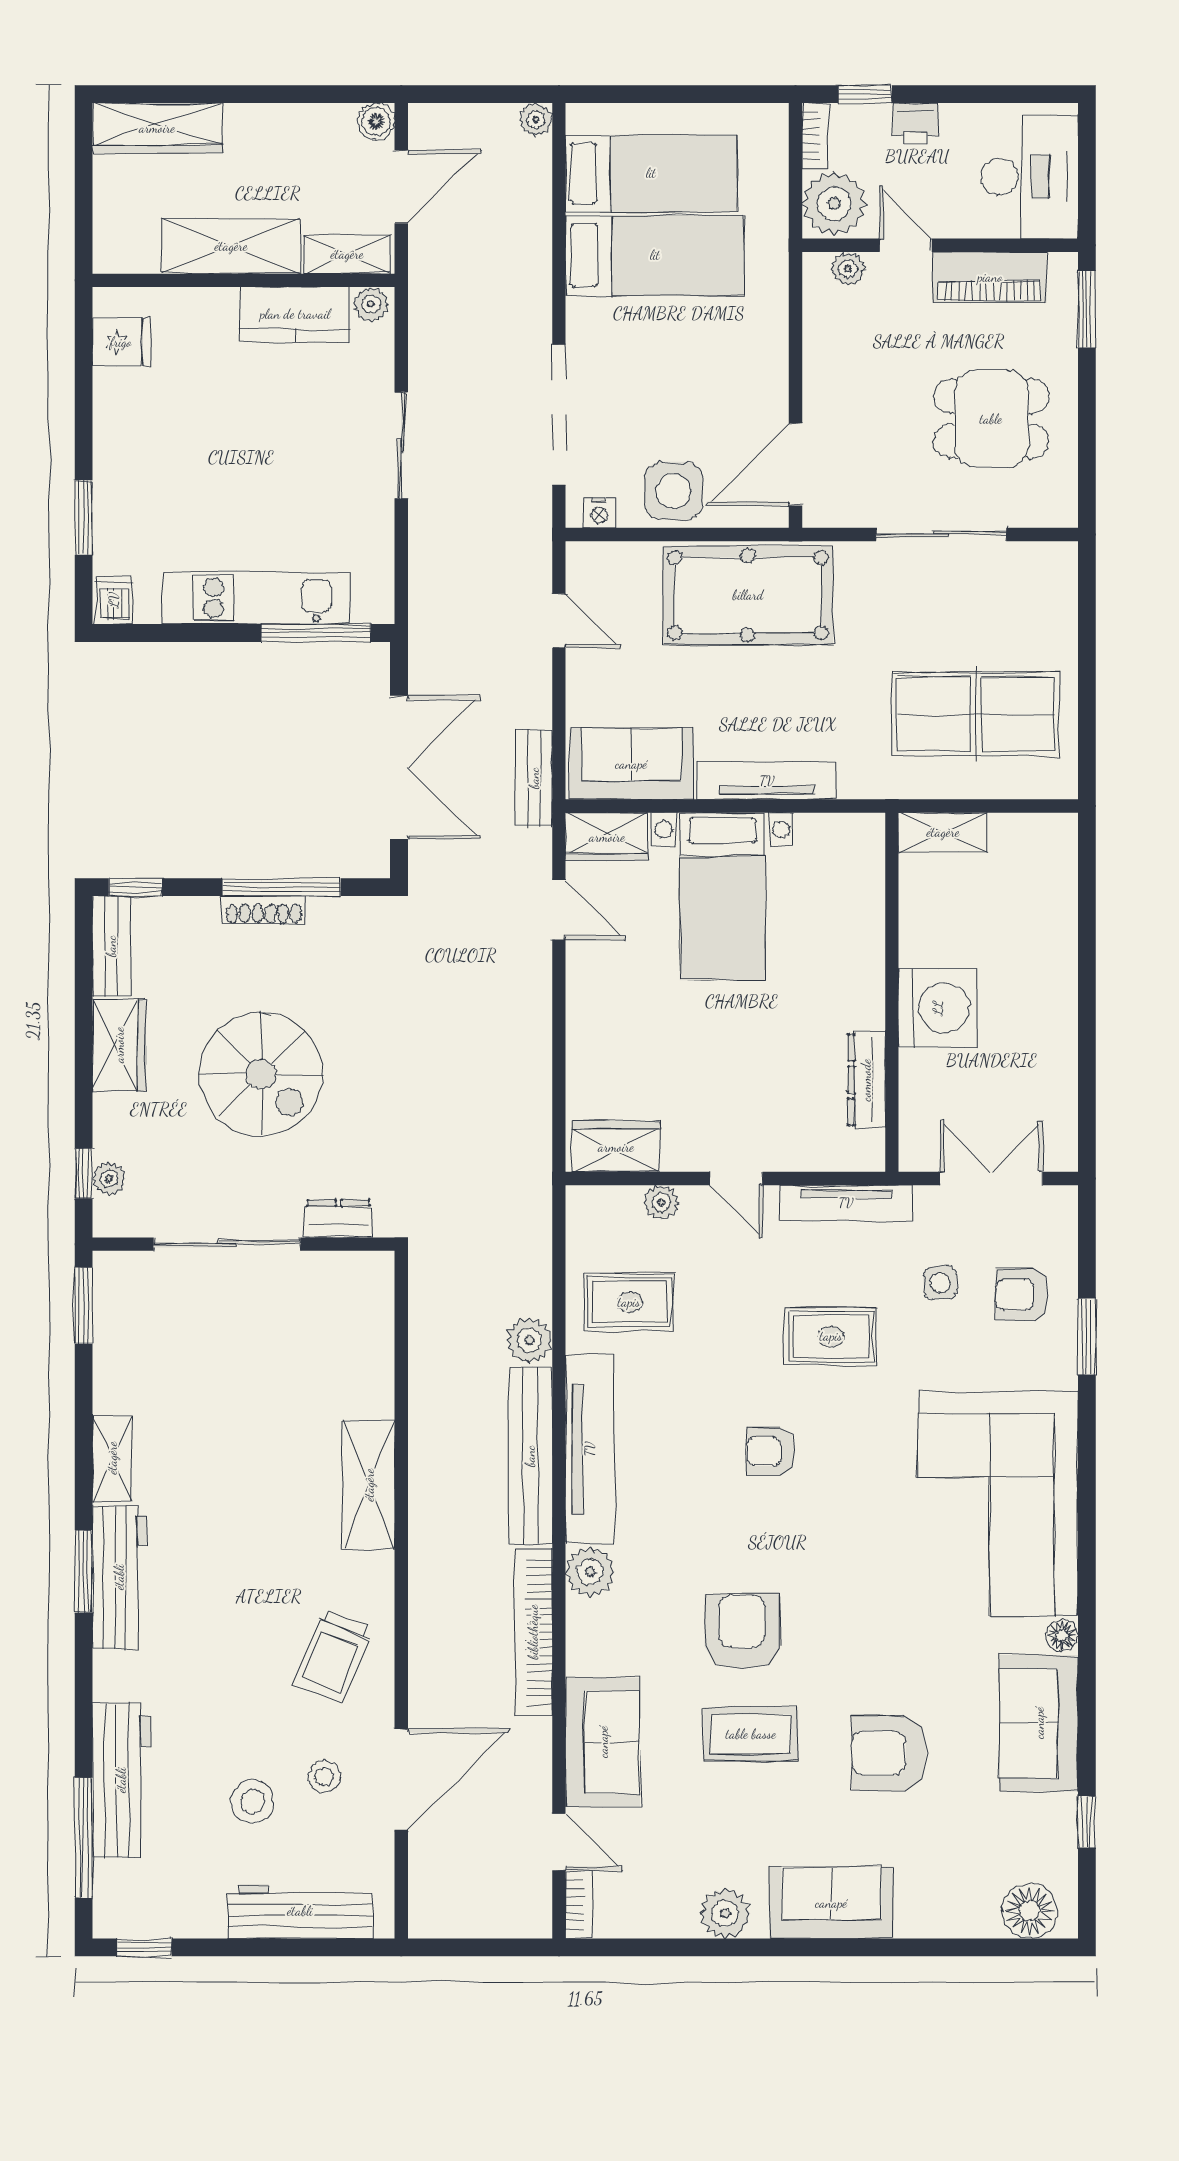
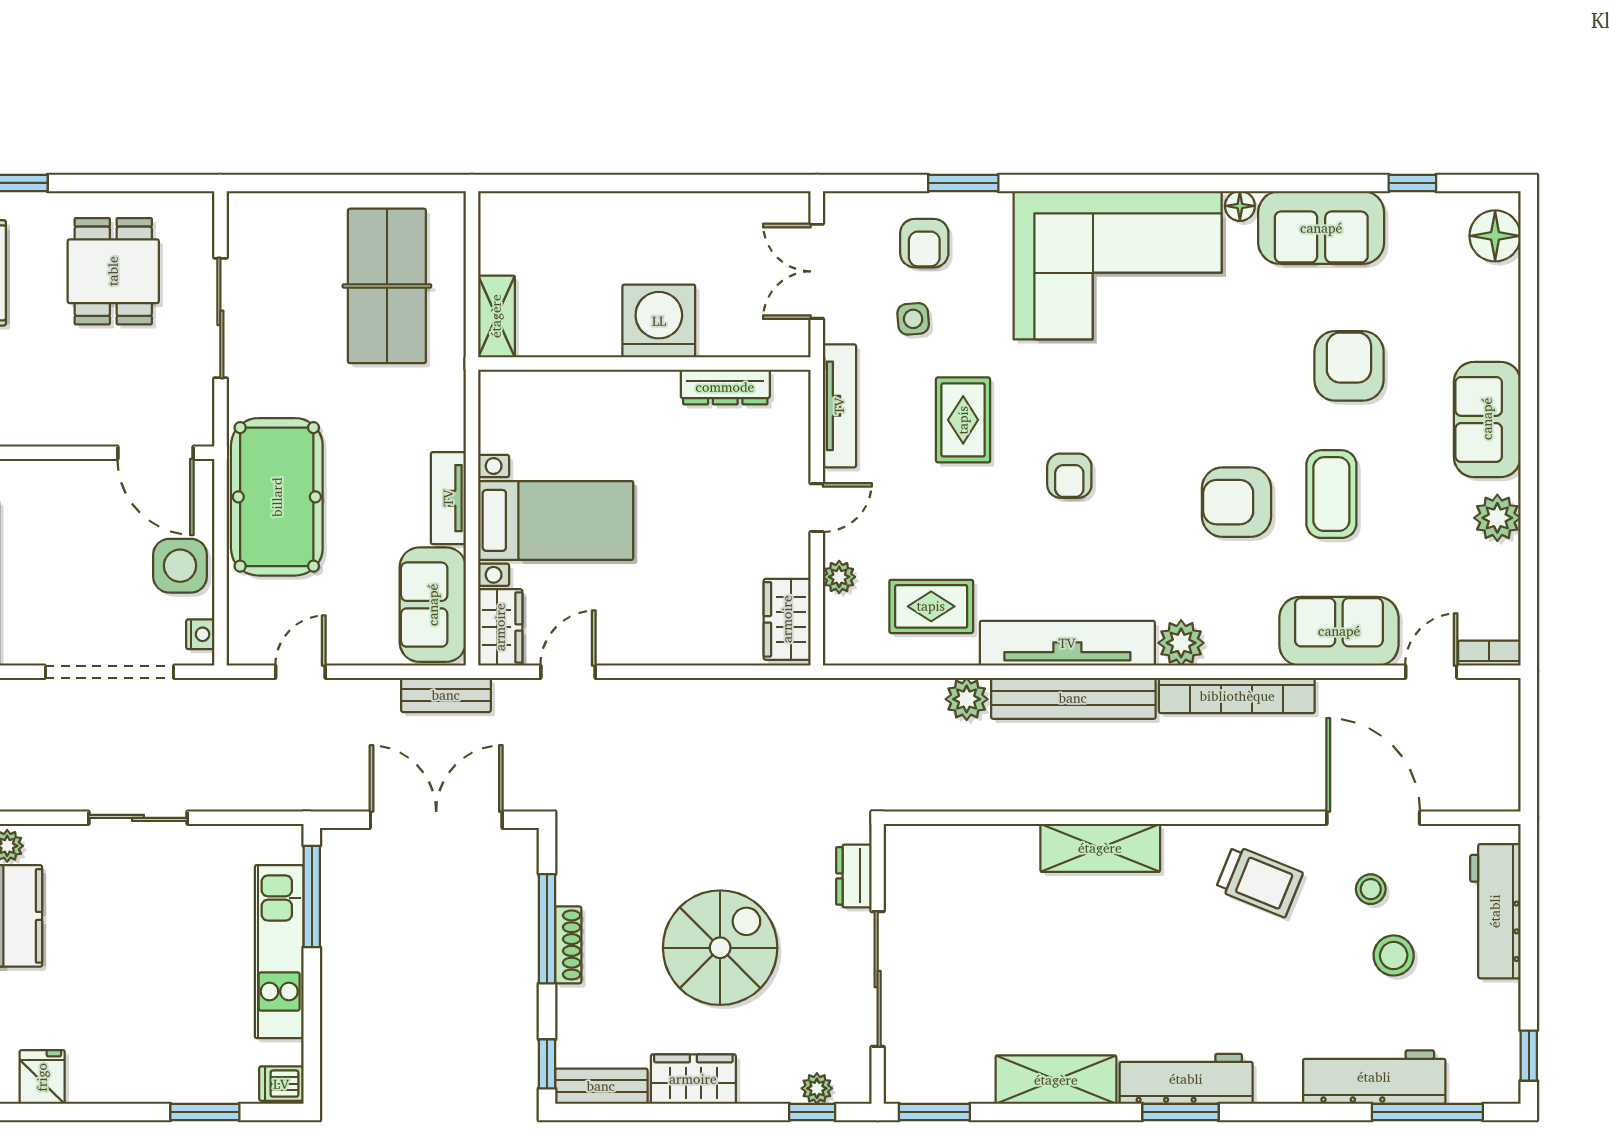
tv unit: (767, 781) -> (448, 498), width x0.71
rug: (629, 1302) -> (931, 606), turned 90
shelving: (112, 1458) -> (1056, 1080), width x1.50, depth x1.33
armchair: (889, 1753) -> (1349, 366), turned 180

